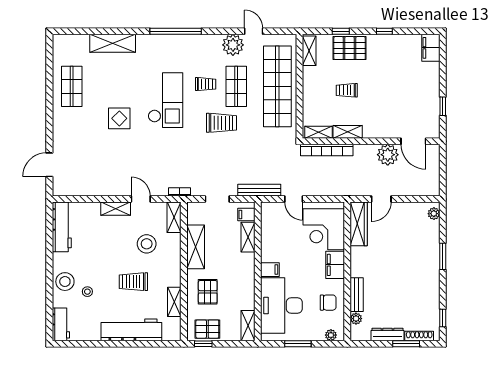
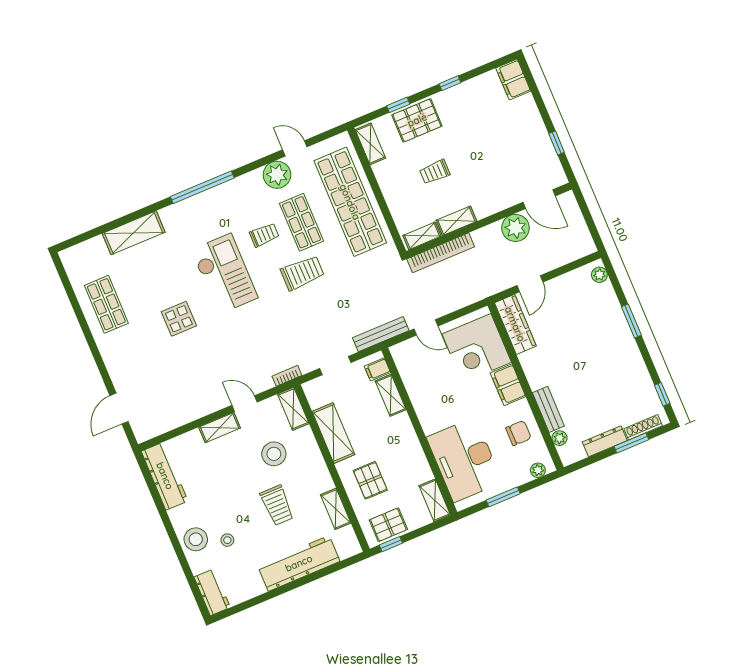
filing cabinet: (270, 270) -> (433, 423), removed
trolley: (133, 282) -> (277, 505), turned -90

